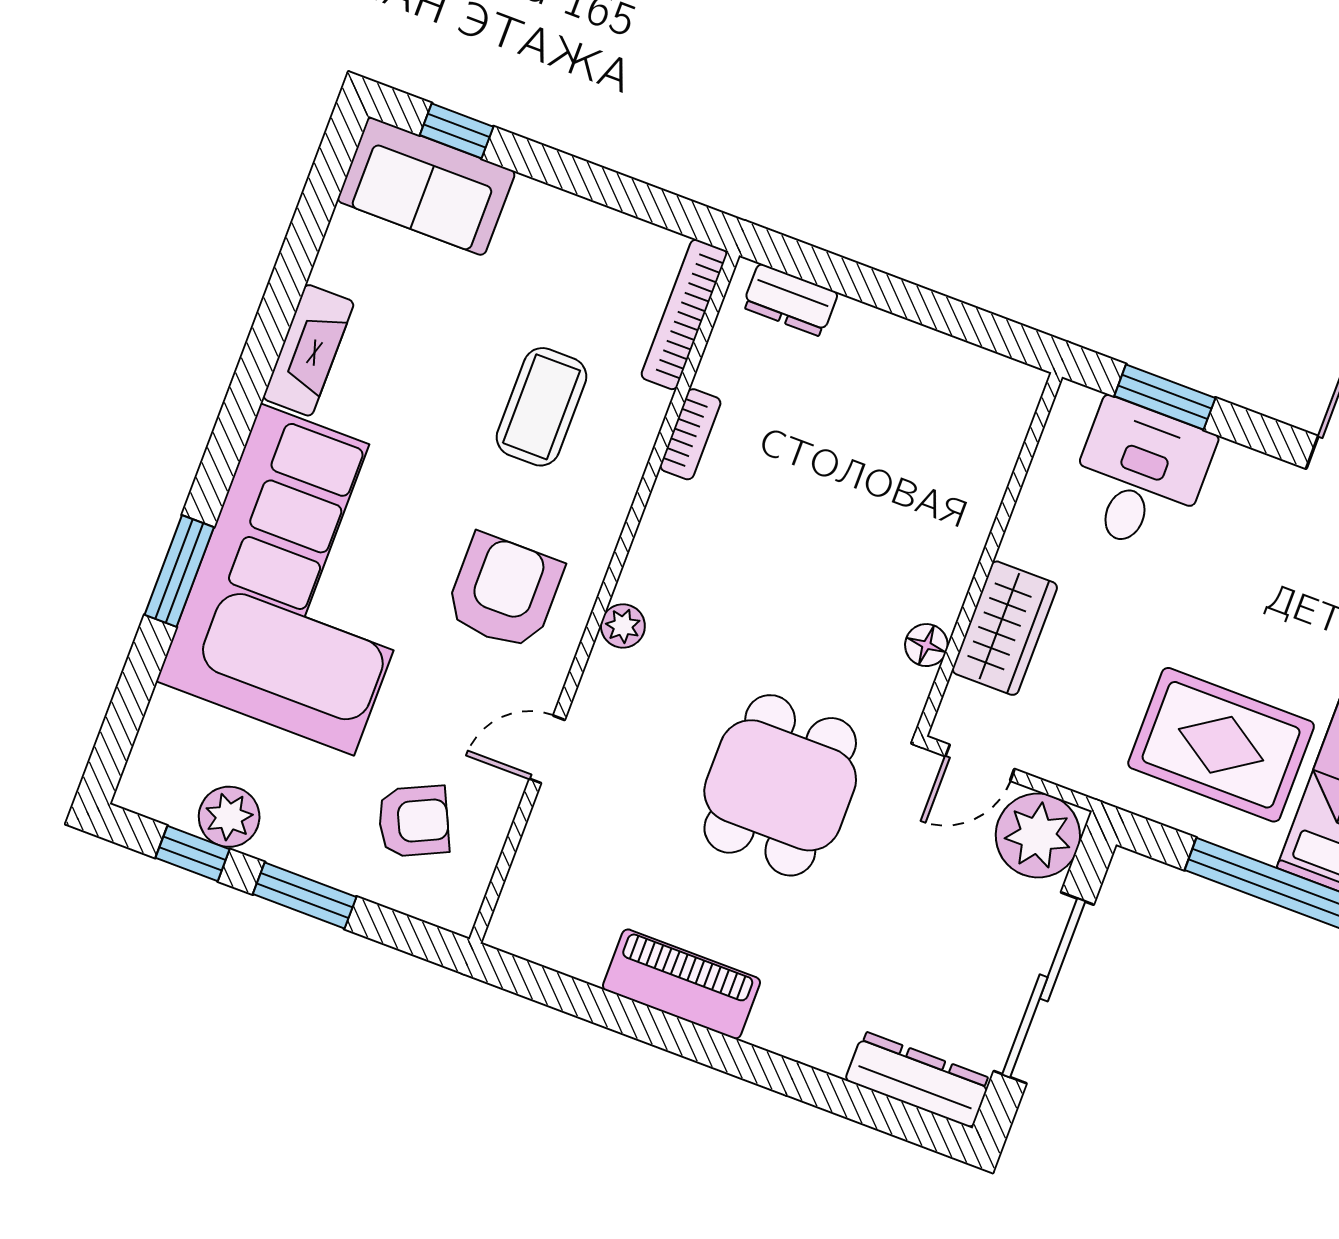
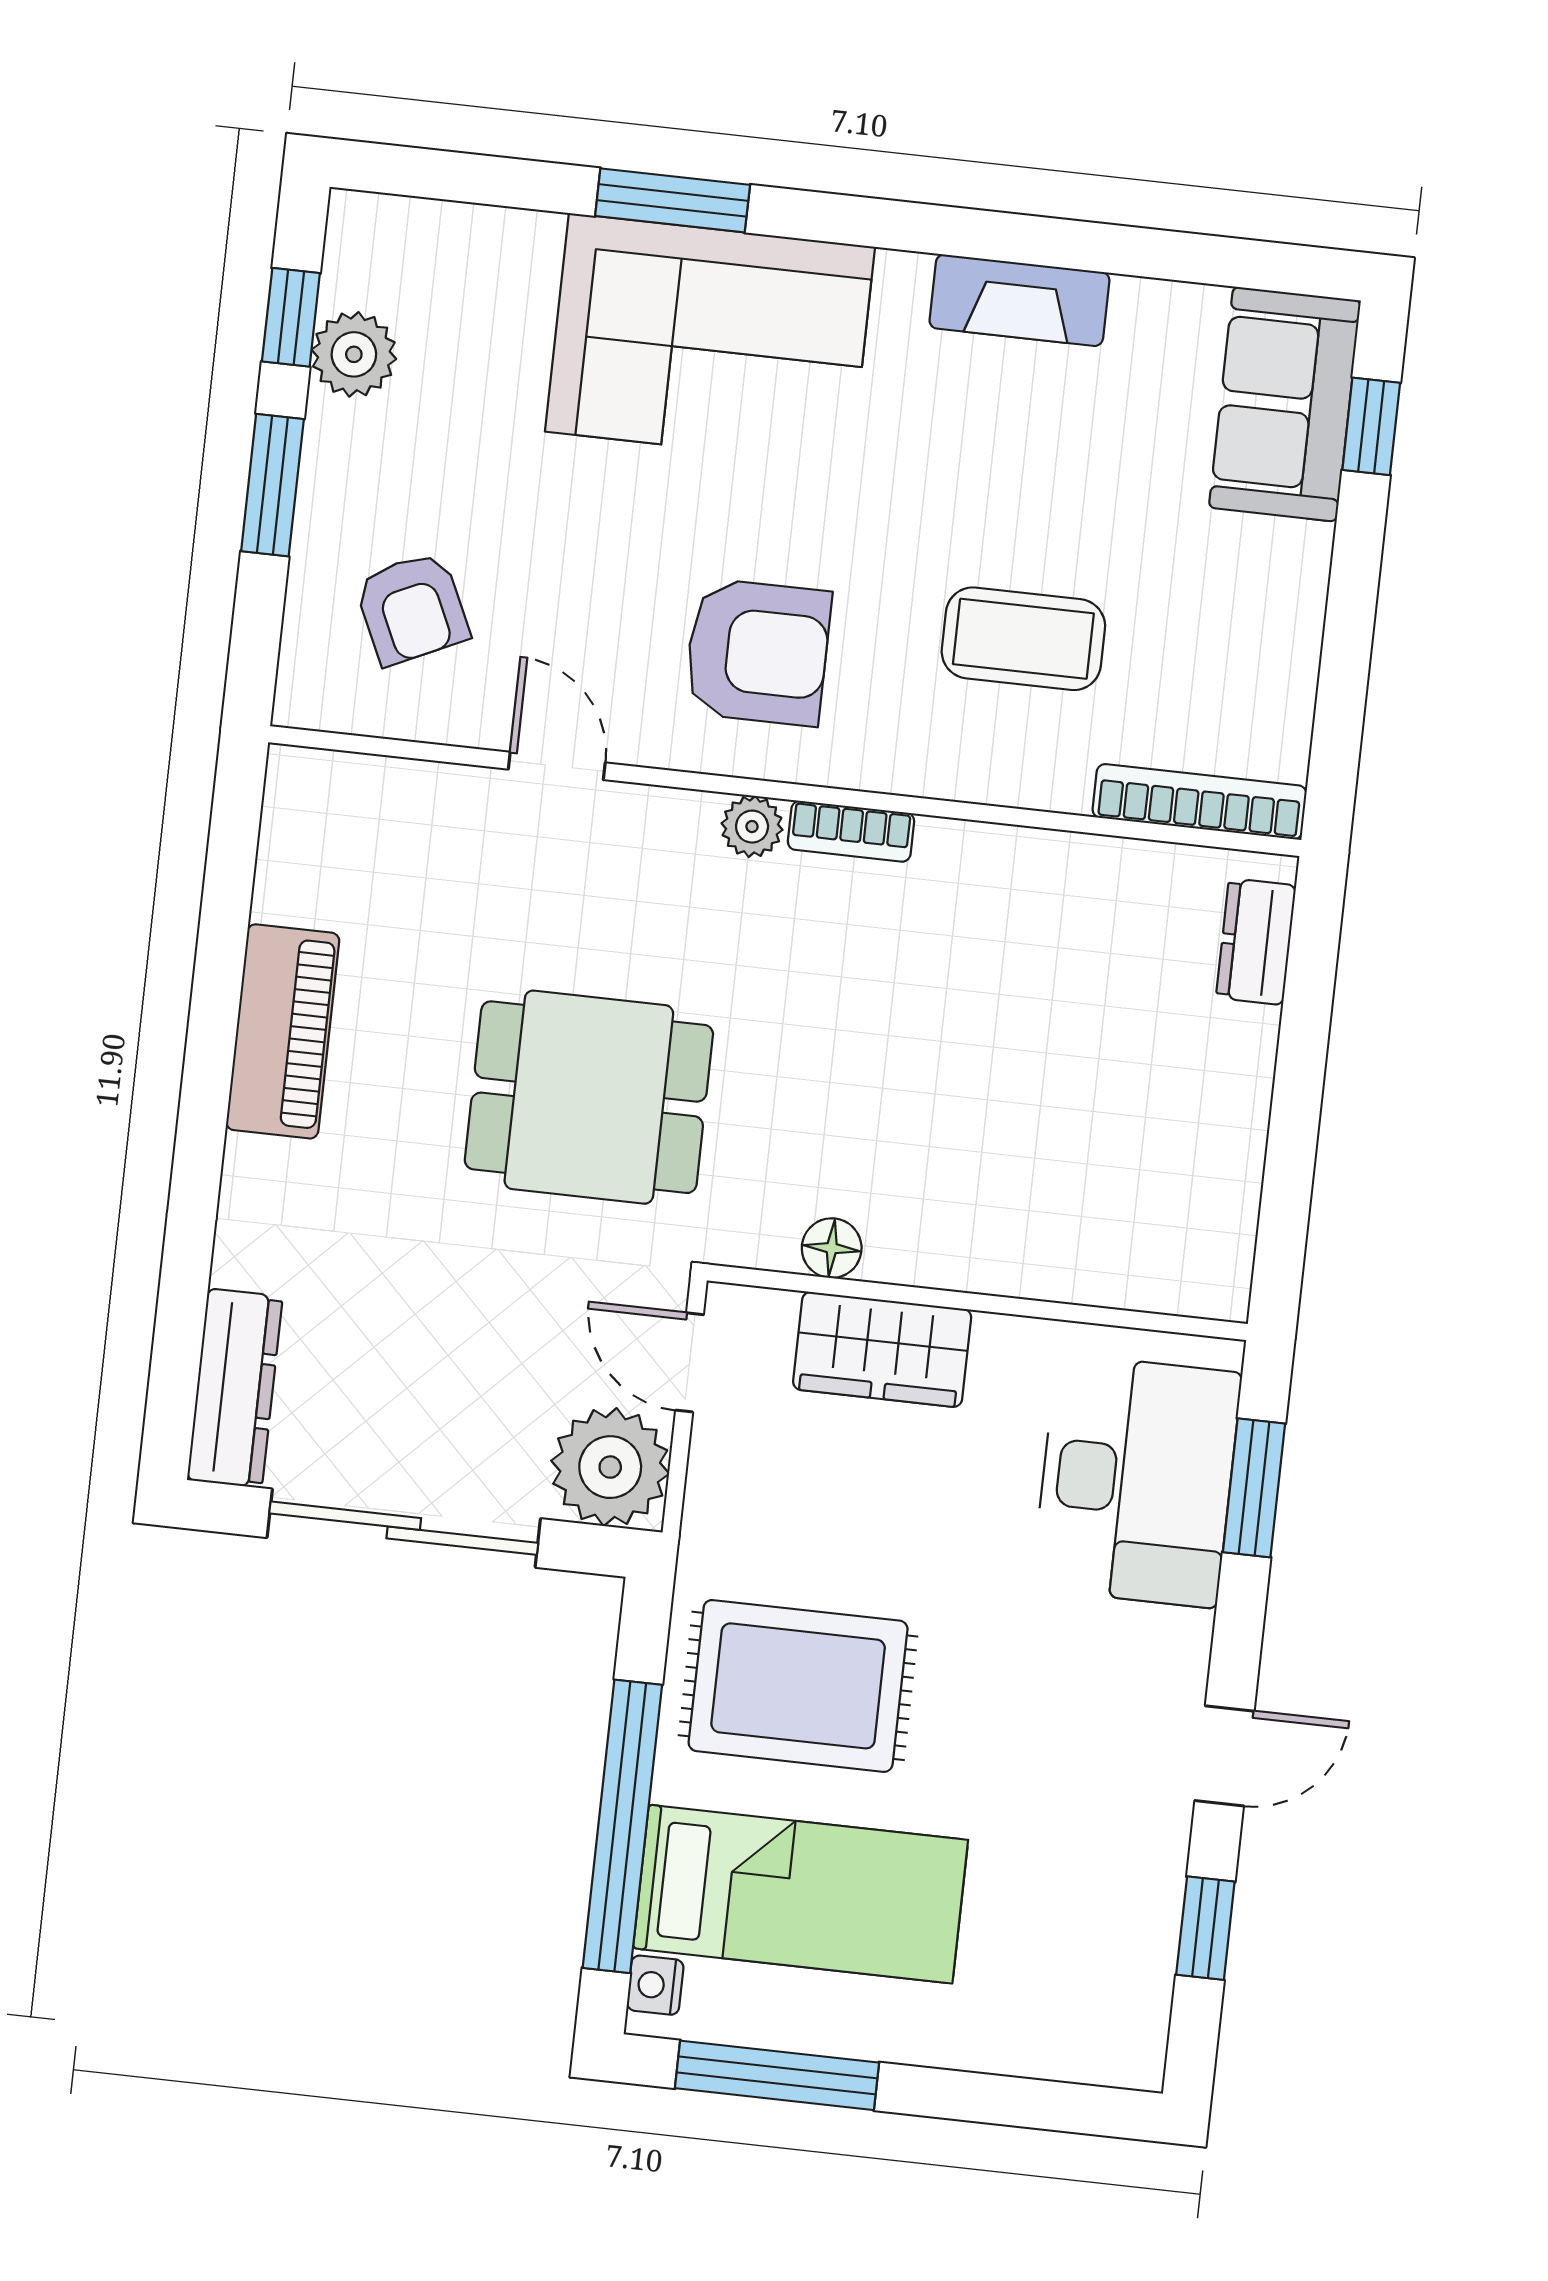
bookcase: (690, 434) -> (851, 831), moved
desk: (1139, 476) -> (1137, 1481), width x1.37
corner sofa: (307, 579) -> (710, 339), width x0.73, depth x0.74
rug: (1221, 745) -> (798, 1686), turned 90

